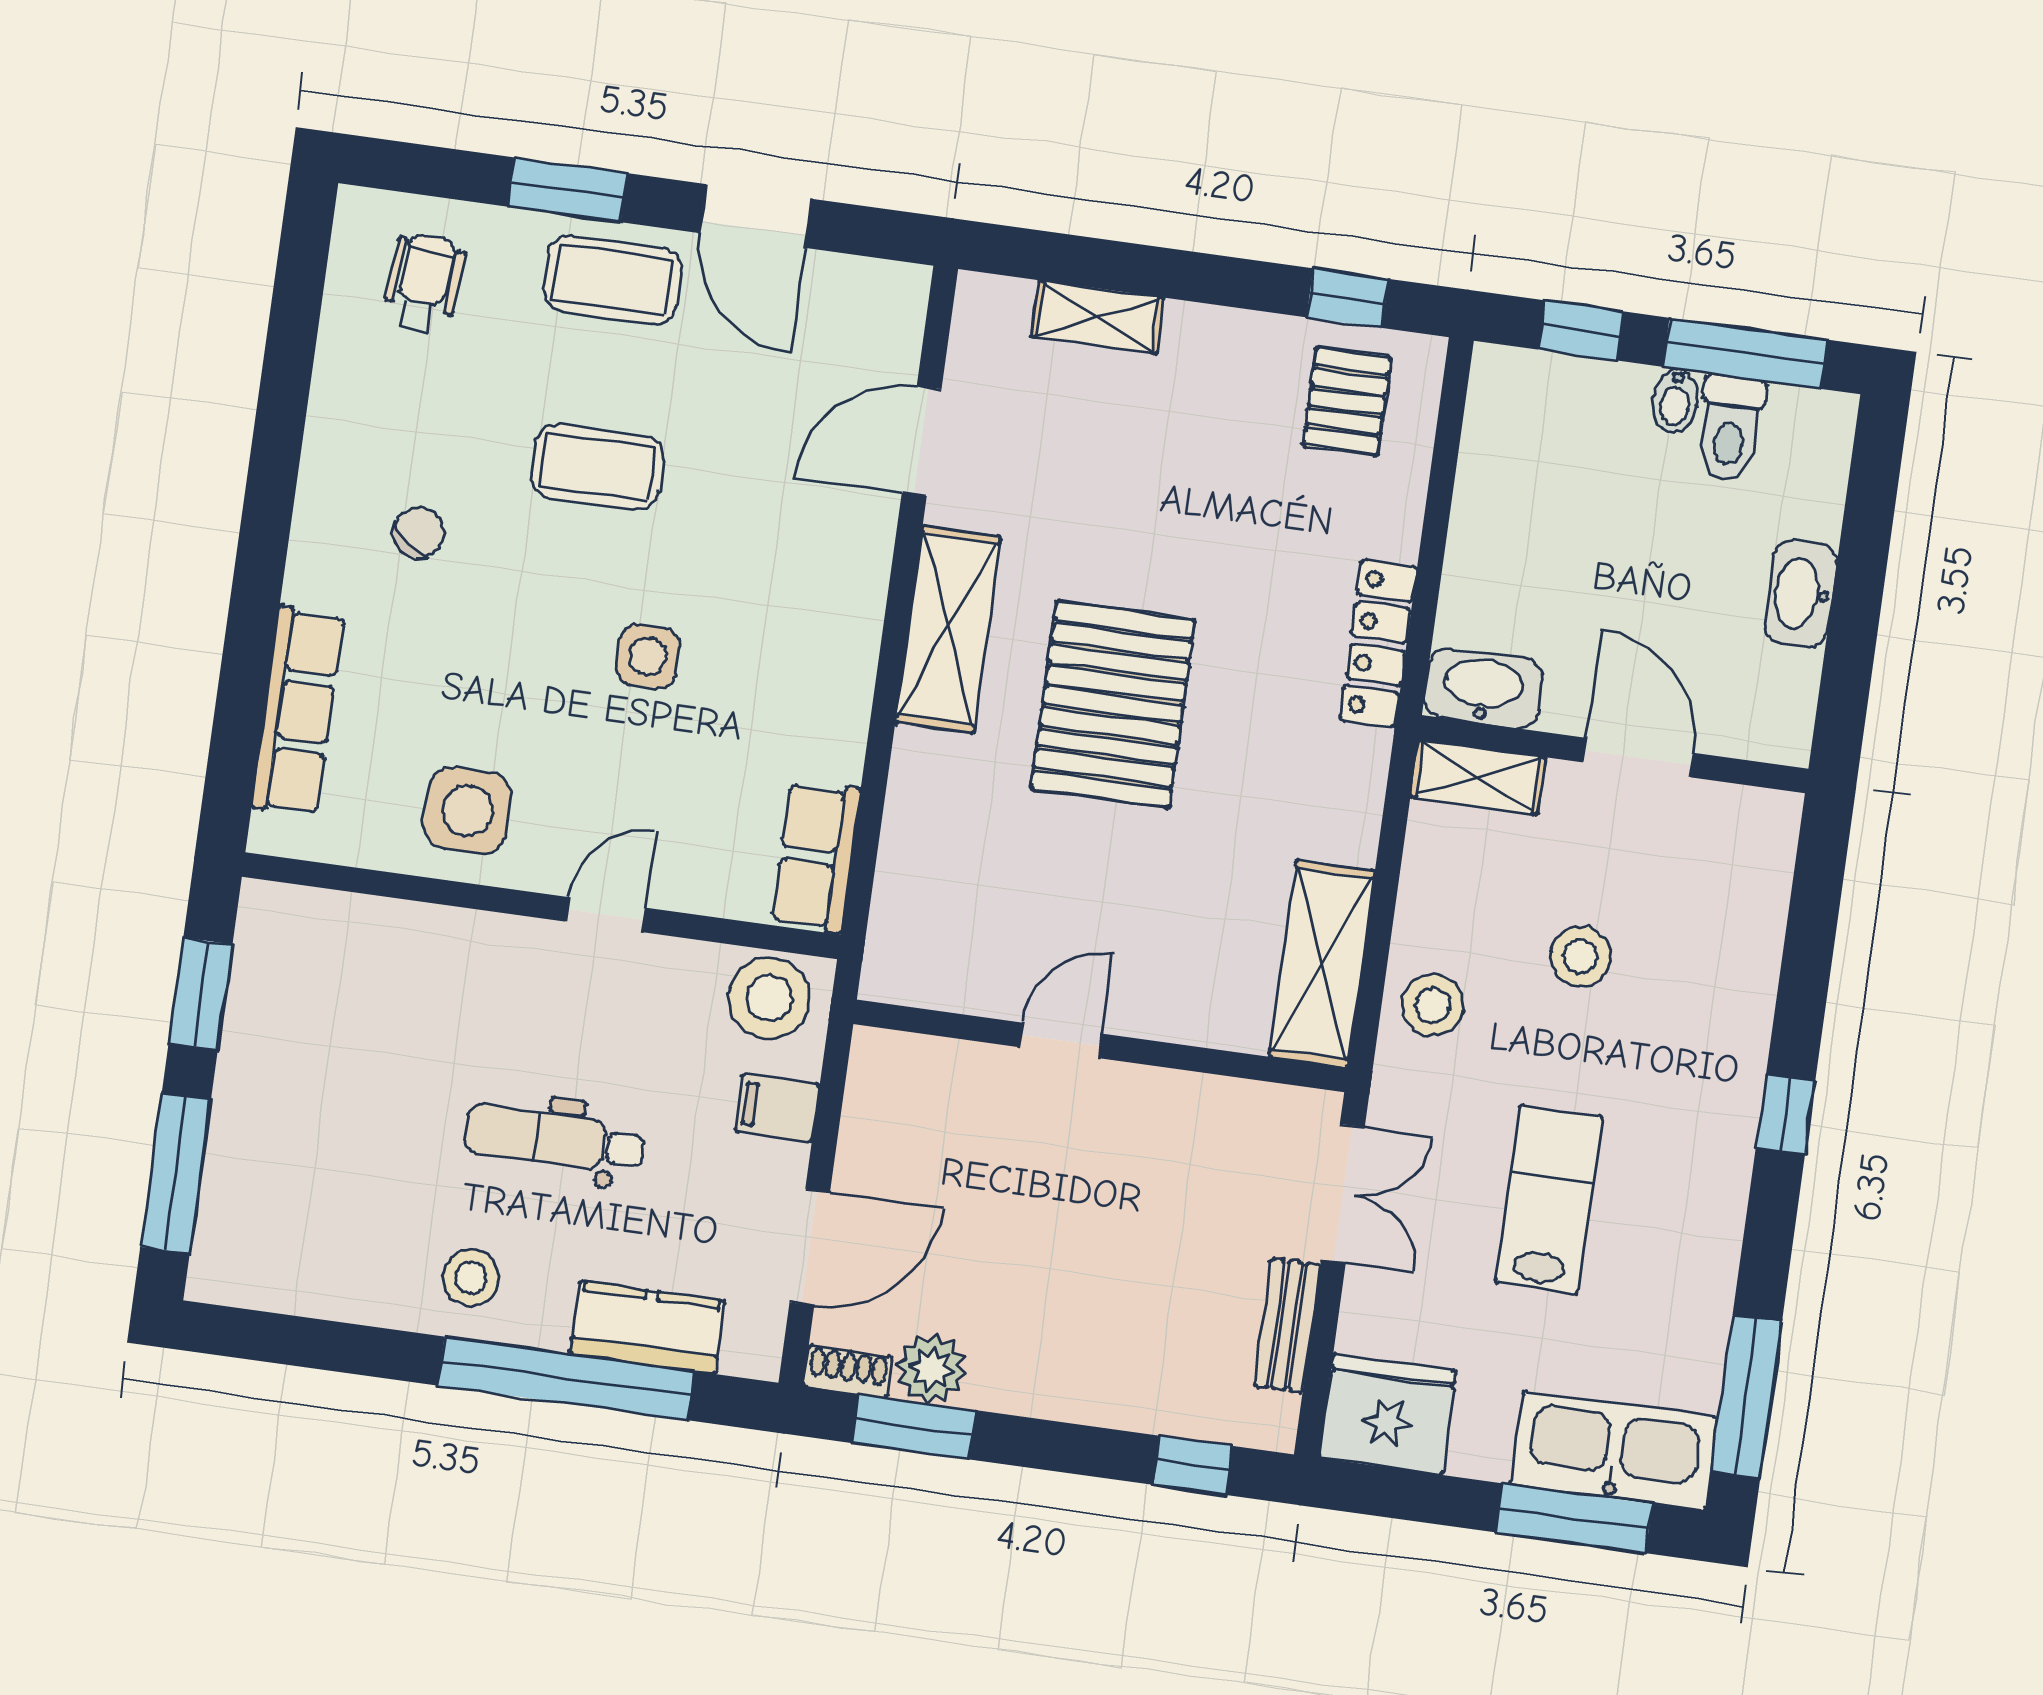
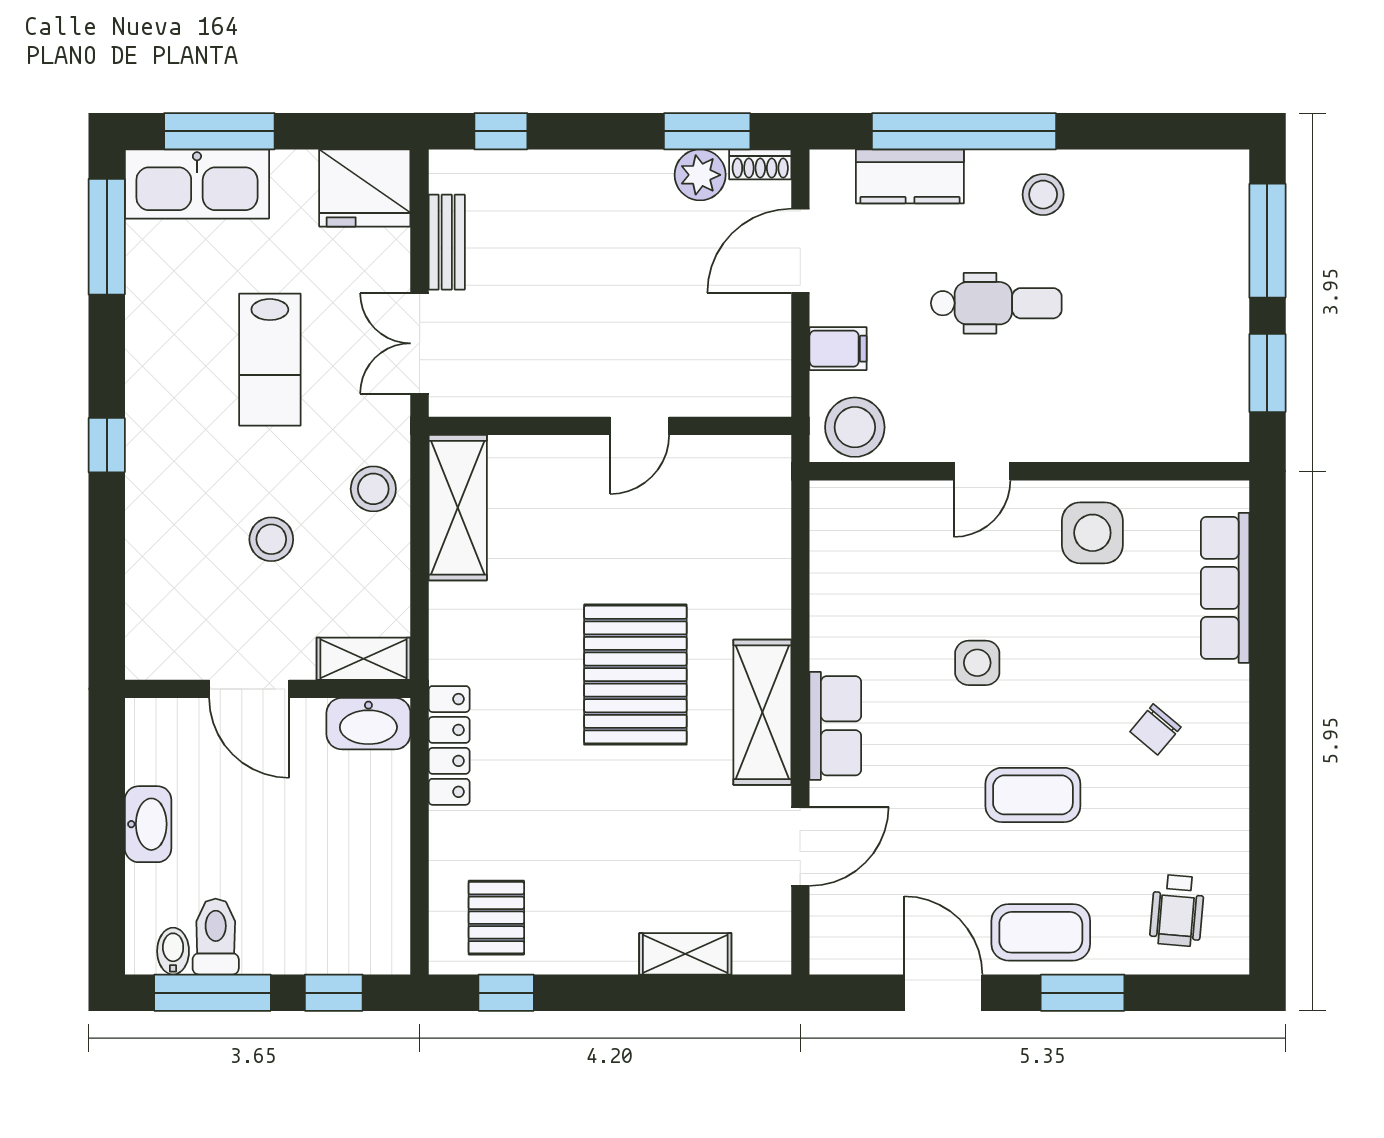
bidet: (1675, 401) -> (173, 951), moved
row of seats: (816, 857) -> (835, 726), moved

